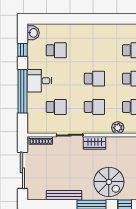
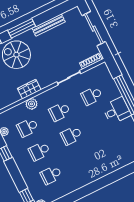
school desk: (56, 50) -> (115, 143), removed
wardrobe: (95, 143) -> (29, 89), moved

